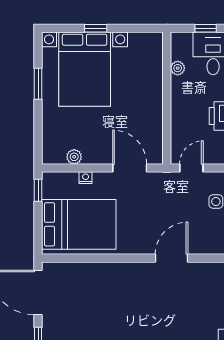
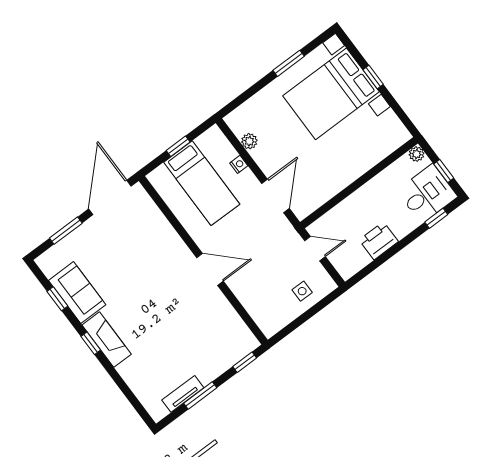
plant: (178, 68) -> (417, 154), moved
window: (38, 190) -> (178, 146), moved
bed: (79, 224) -> (202, 183), width x0.67
door: (172, 258) -> (210, 269), moved

